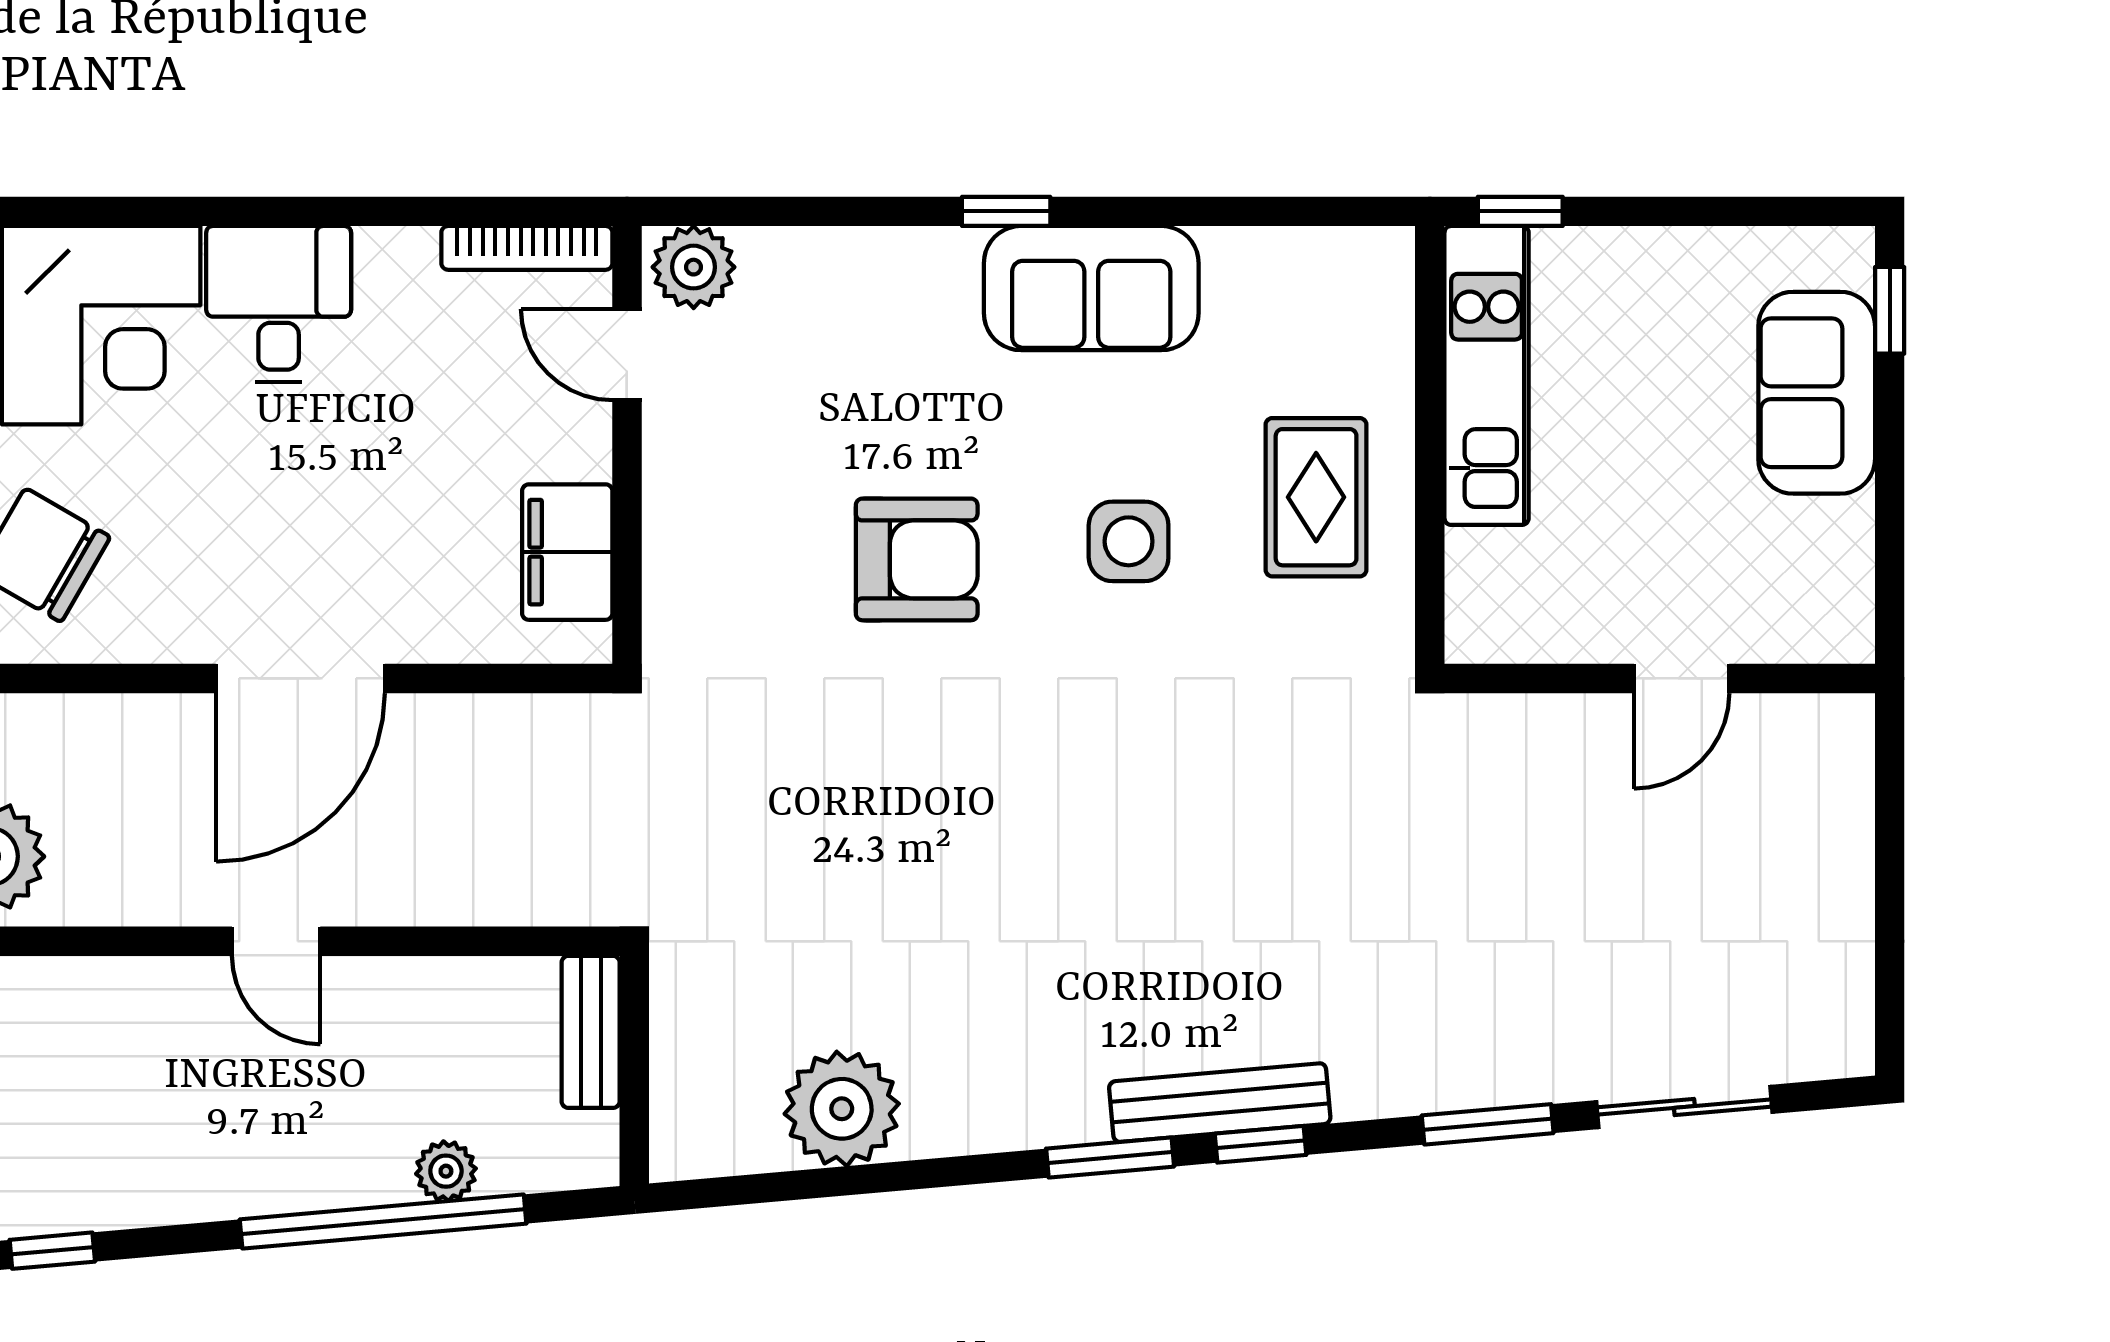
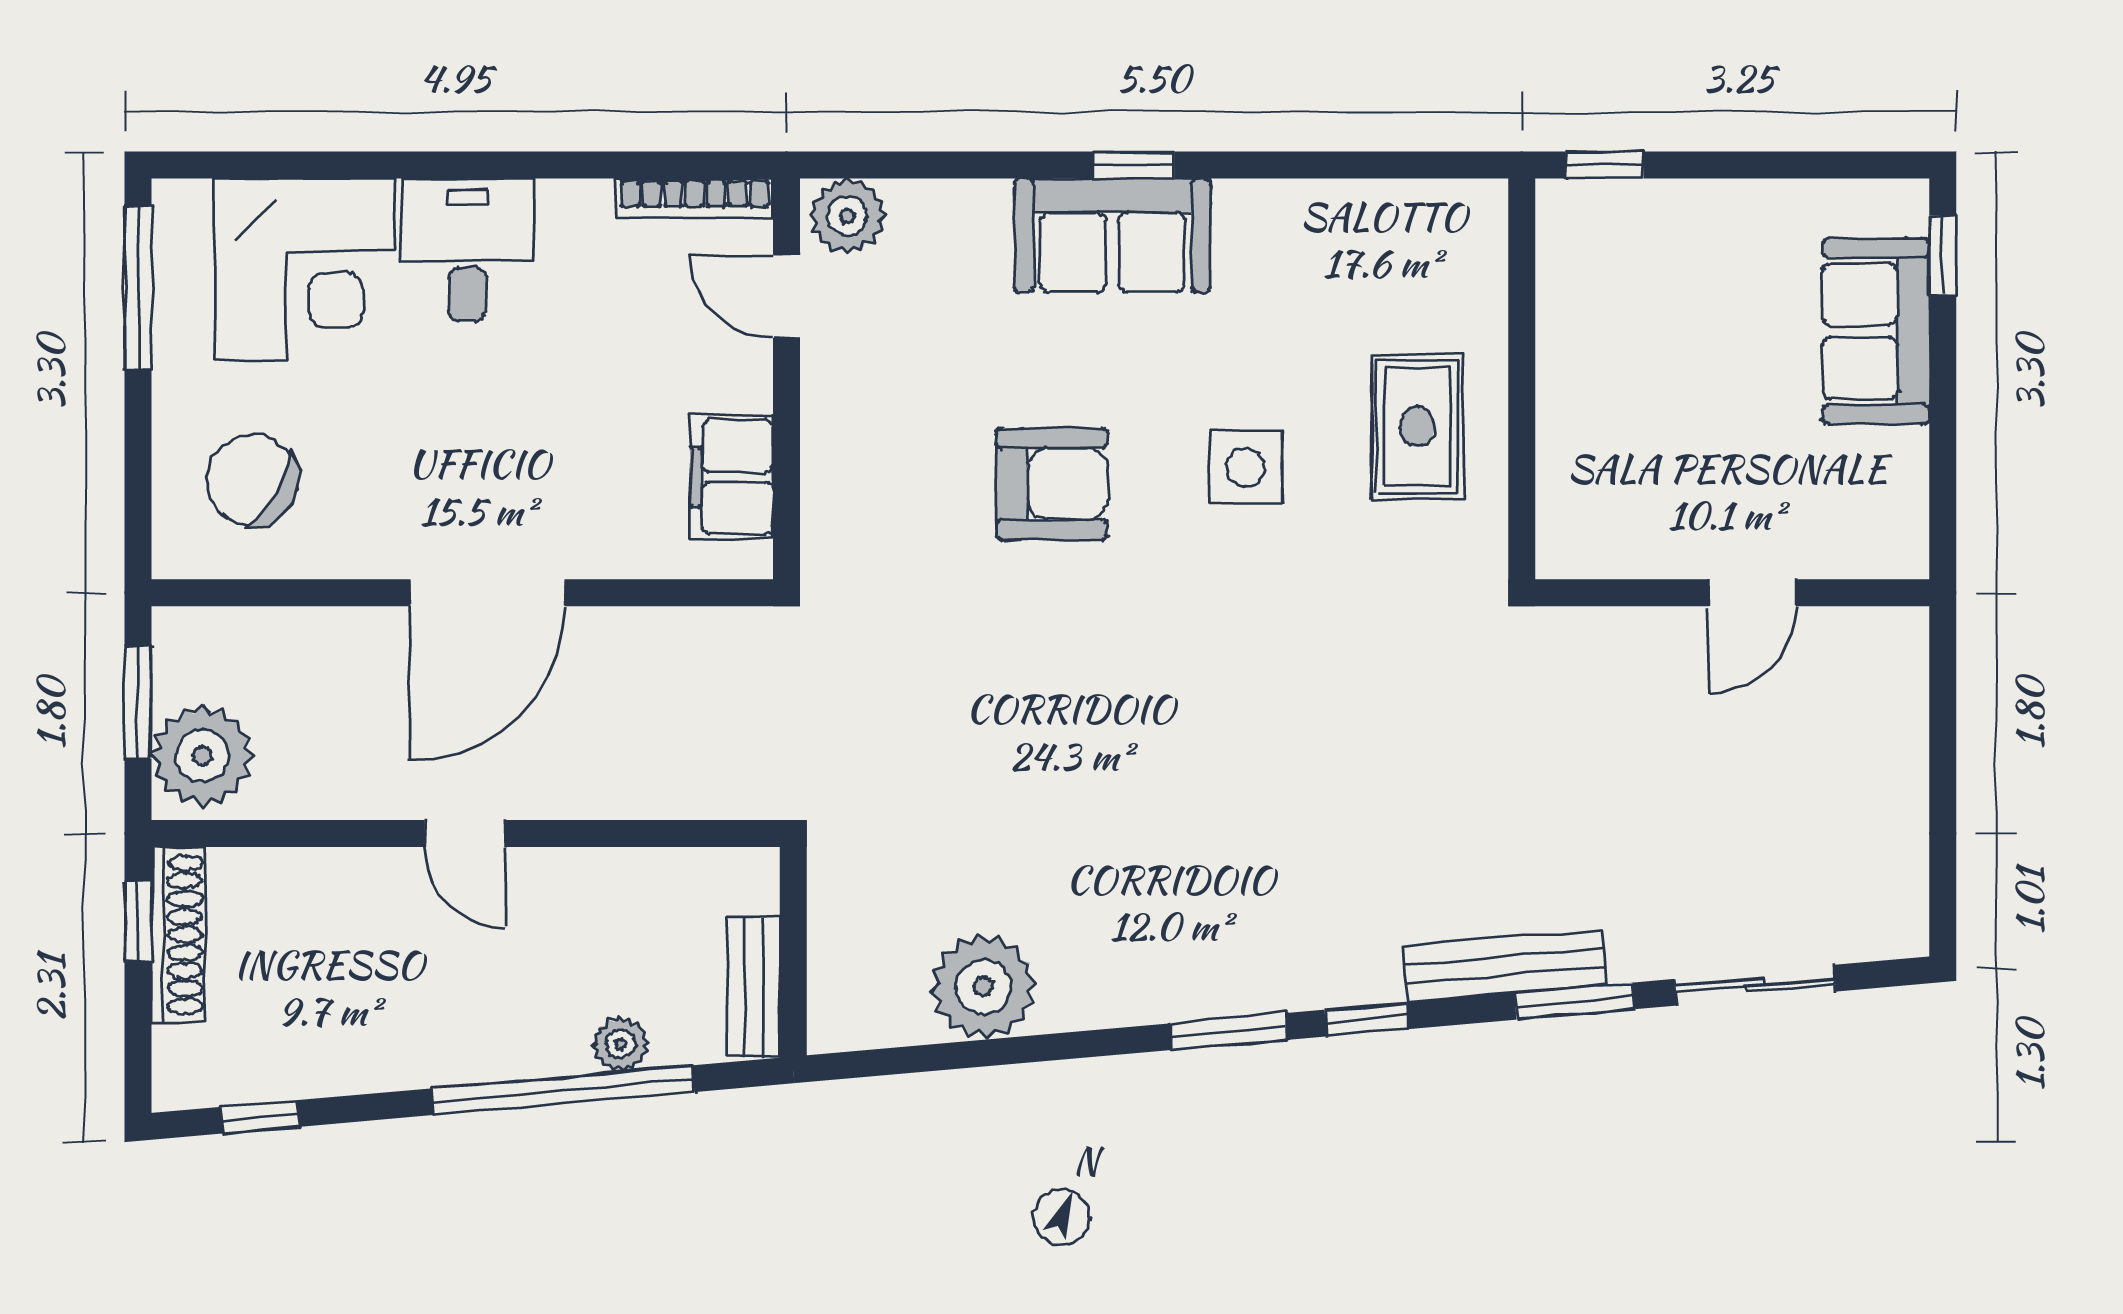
sofa: (1091, 288) -> (1112, 235), moved
kitchen unit: (1487, 375) -> (1574, 315), removed
bench: (591, 1032) -> (753, 987), moved
bench: (1220, 1103) -> (1505, 966), moved

